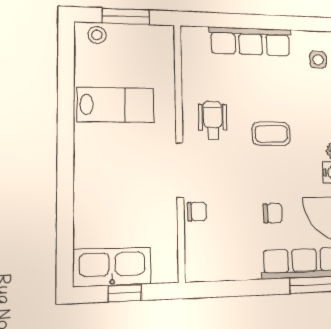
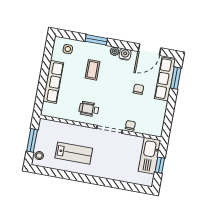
lab bench: (116, 105) -> (74, 153), turned 90
coffee table: (271, 134) -> (92, 70), moved
kitchen sink: (112, 267) -> (149, 156), moved

